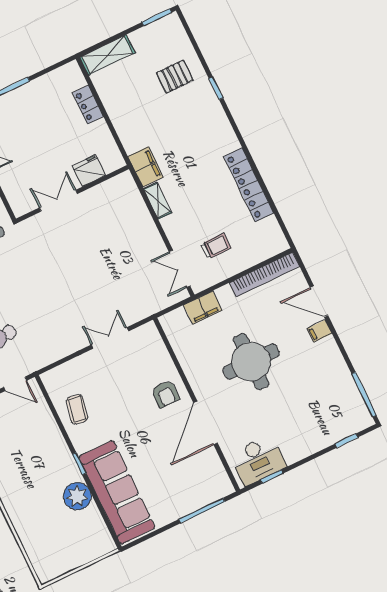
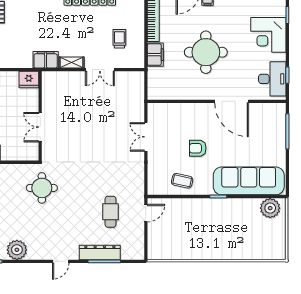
fridge: (89, 171) -> (29, 80), moved, turned -90
double door: (180, 269) -> (100, 70), moved
filing cabinet: (203, 308) -> (155, 55), moved
armchair: (165, 394) -> (198, 148), moved, turned 180
corner desk: (310, 429) -> (268, 35), added
plant: (77, 496) -> (270, 208), moved

